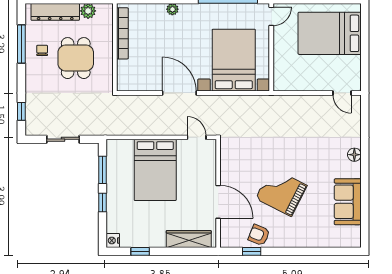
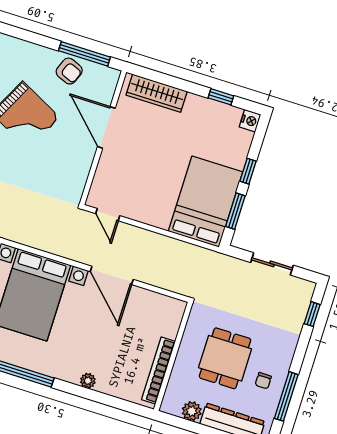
bed: (155, 170) -> (205, 202), moved
window: (252, 251) -> (84, 54), width x2.17

